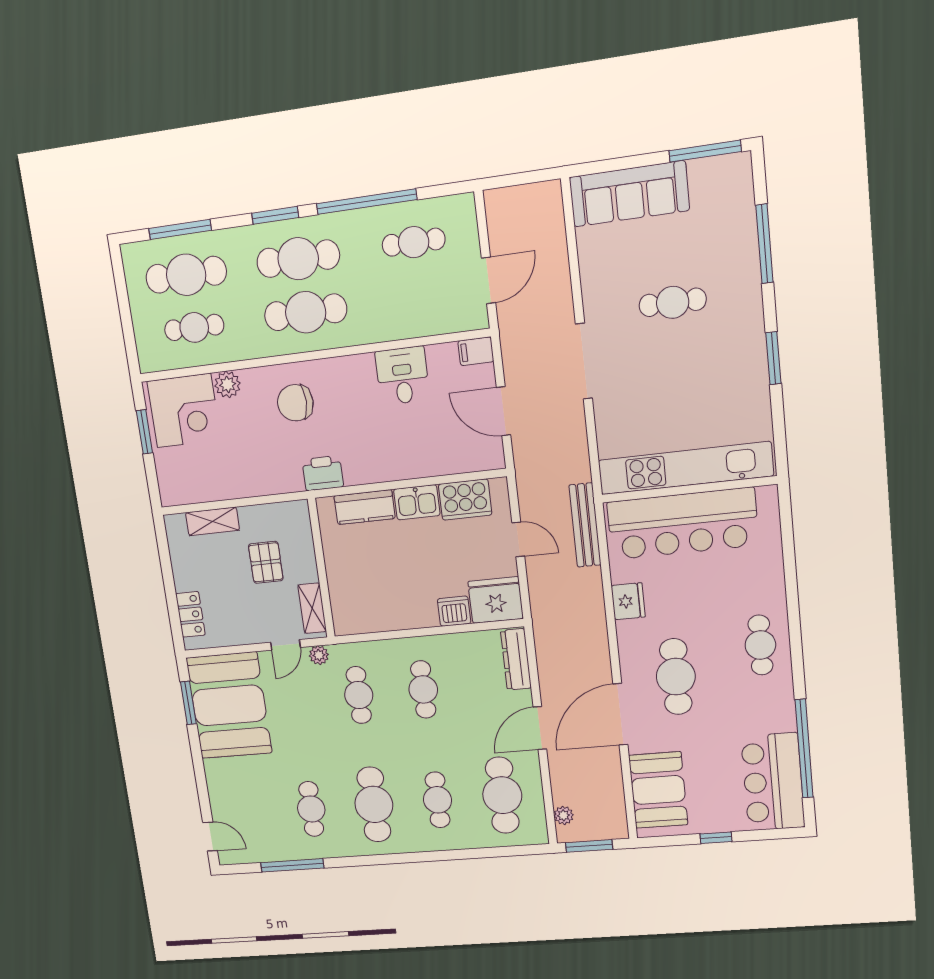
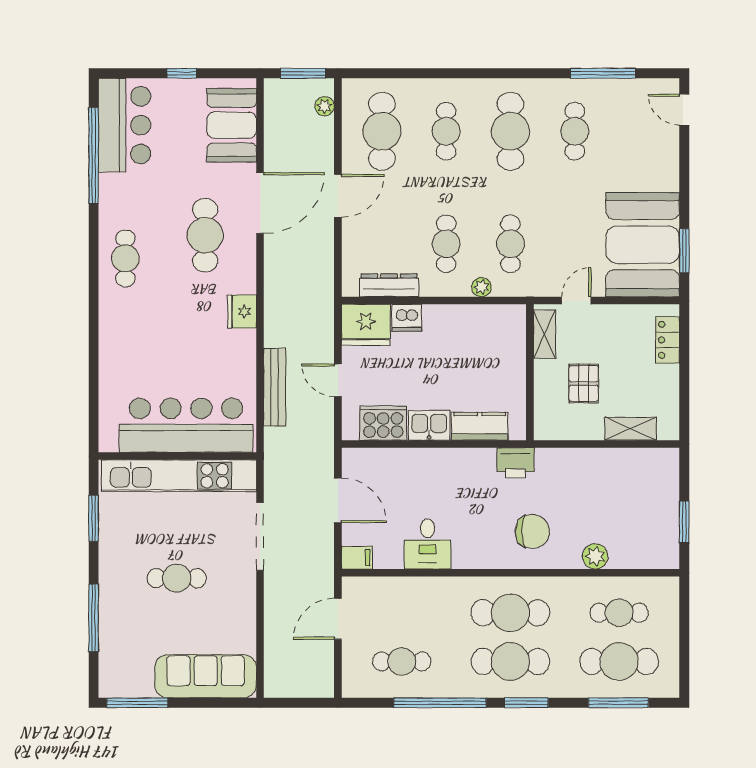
corner desk: (184, 411) -> (642, 537), removed
kitchen unit: (685, 468) -> (179, 476), moved
wall: (689, 489) -> (177, 456), moved
bar counter: (682, 524) -> (186, 425), moved
plant: (319, 655) -> (482, 287), moved
dresser: (516, 659) -> (389, 285), moved, turned -90

